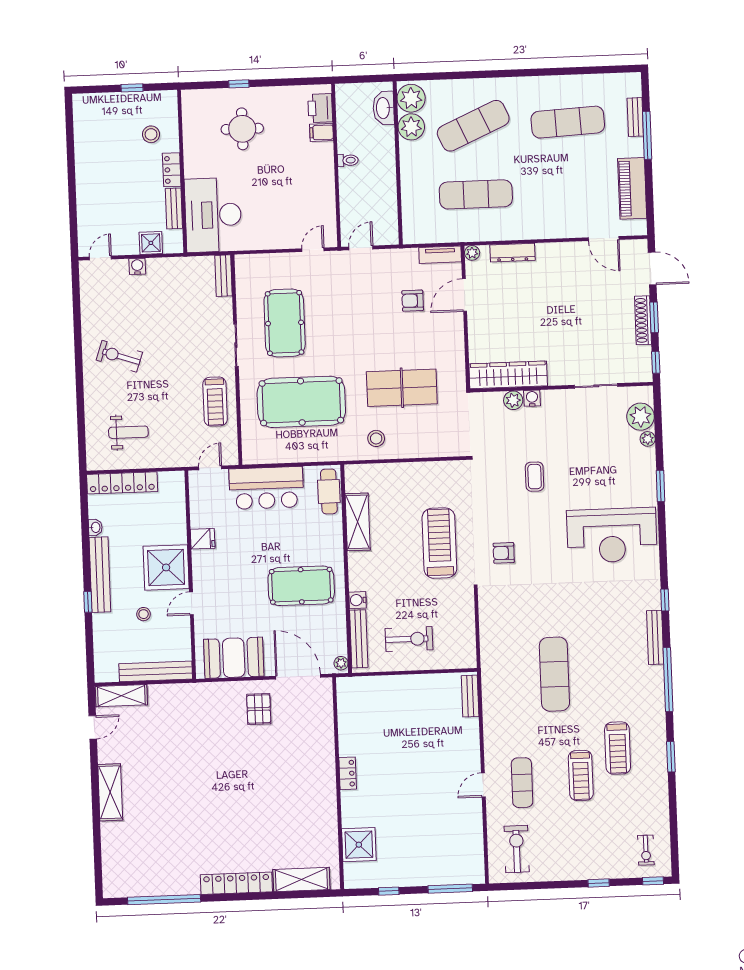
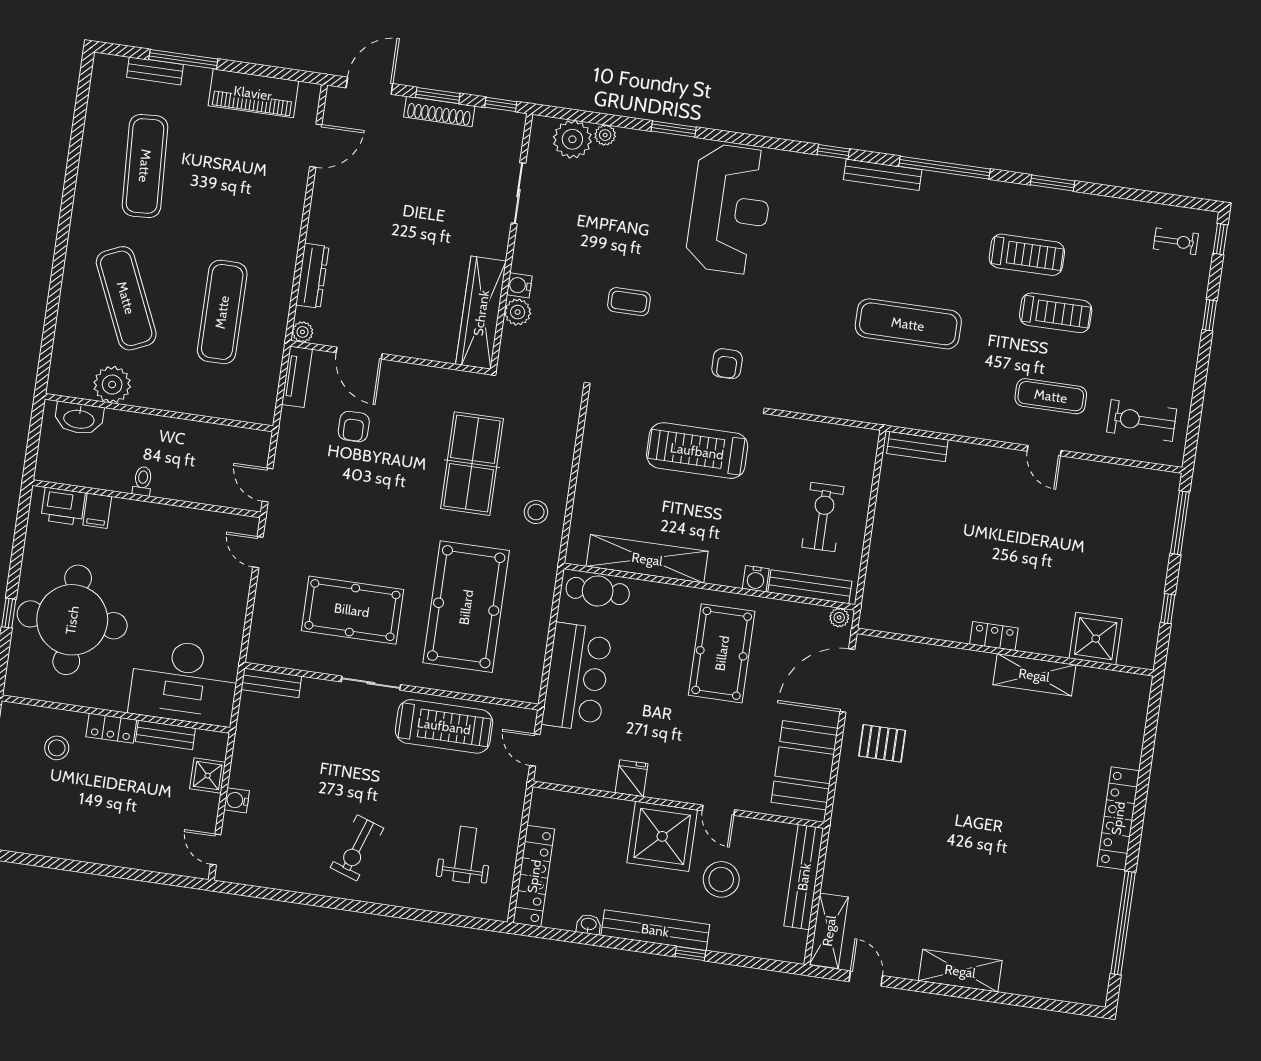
plant: (411, 98) -> (72, 378), removed
round table: (242, 129) -> (72, 620), width x1.86, depth x1.86
treadmill: (215, 401) -> (444, 726), width x1.37, depth x1.38
shelving: (358, 522) -> (647, 559), width x1.47
stool: (144, 614) -> (721, 879), width x1.89, depth x1.89
shelving: (301, 880) -> (1034, 675), moved, turned 90

